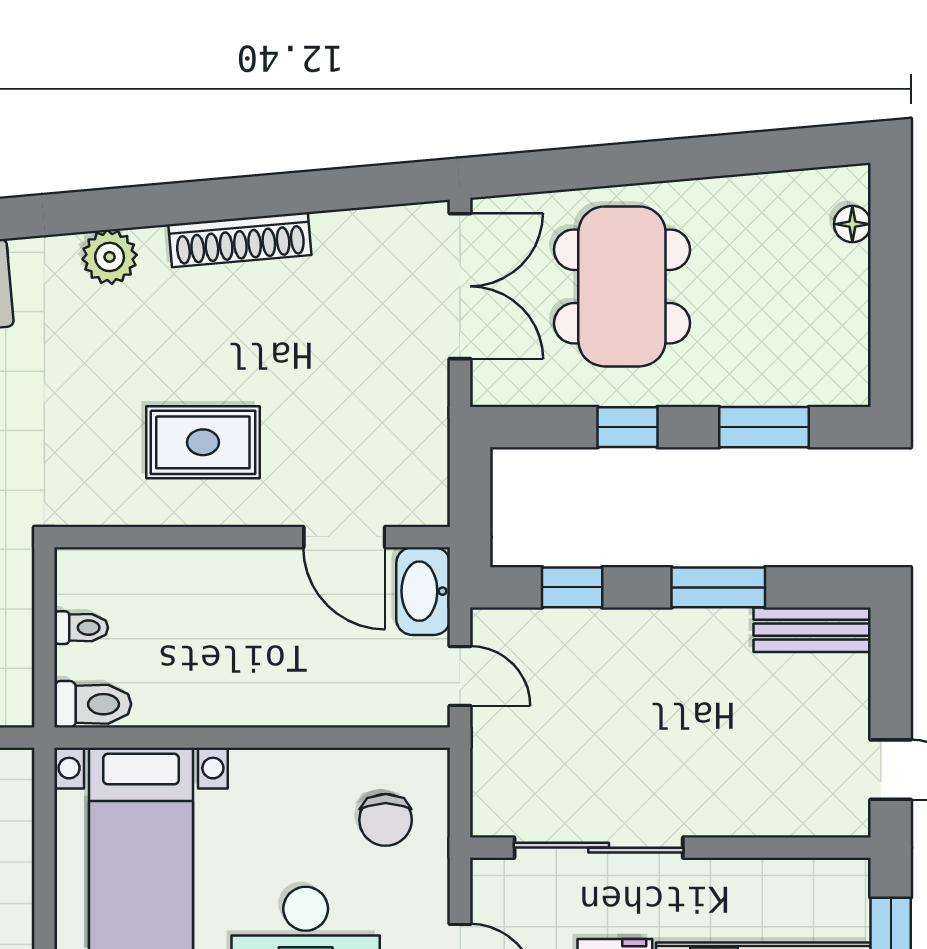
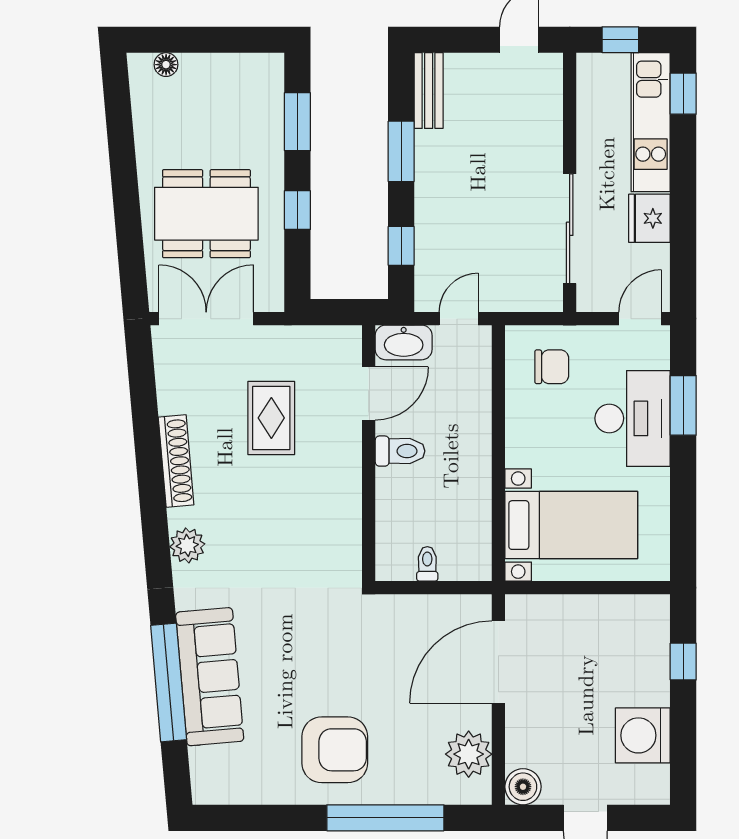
rug: (203, 442) -> (271, 418), moved
toilet: (93, 704) -> (400, 451), moved, turned 90

